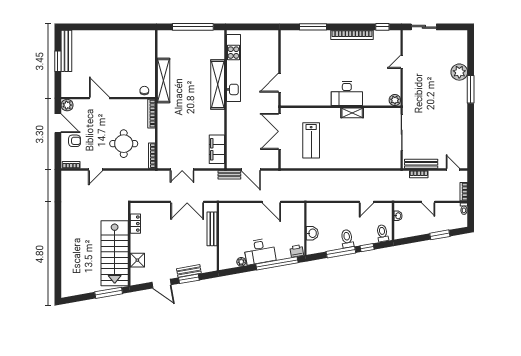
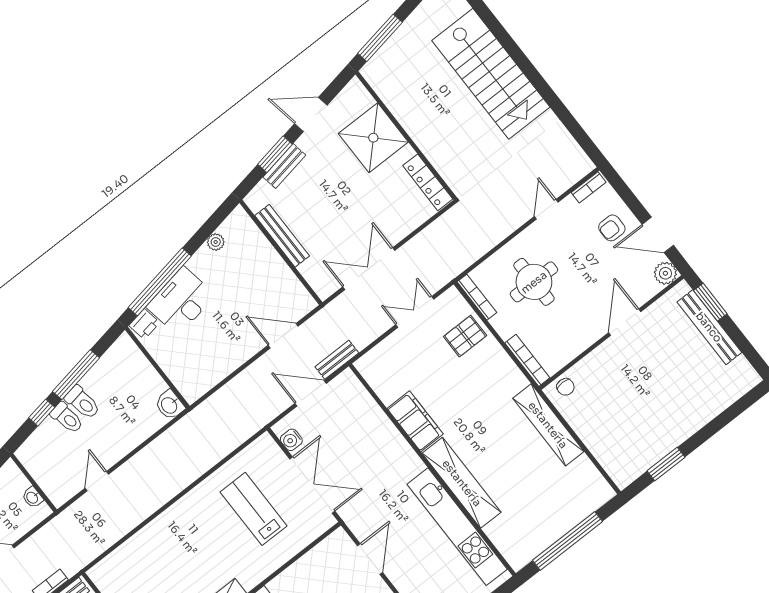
window: (128, 27) -> (666, 464), added
bench: (66, 51) -> (709, 327), moved
window: (58, 61) -> (710, 302), moved
door: (99, 98) -> (625, 322), swing flipped
pallet: (169, 143) -> (465, 336), added
filing cabinet: (217, 149) -> (415, 421), moved
water cooler: (274, 157) -> (291, 440), added
door: (271, 202) -> (283, 336), moved
locker: (135, 224) -> (428, 182), width x1.53
bench: (212, 229) -> (282, 236), moved
washbasin: (312, 233) -> (170, 405), moved
toilet: (382, 233) -> (67, 418), moved
desk: (260, 251) -> (181, 301), moved
stairs: (115, 253) -> (491, 74), moved, turned 180
shower: (137, 260) -> (373, 138), width x1.86, depth x1.86

